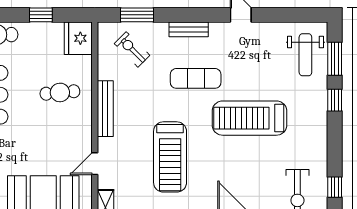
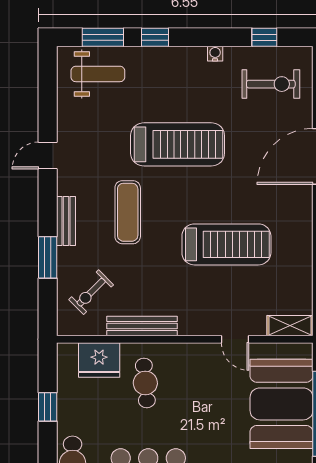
window: (137, 15) -> (48, 257), moved
fridge: (78, 38) -> (99, 360), moved
bench: (105, 109) -> (142, 326), moved
treadmill: (250, 118) -> (178, 144), turned -90
water cooler: (322, 148) -> (215, 54), added

